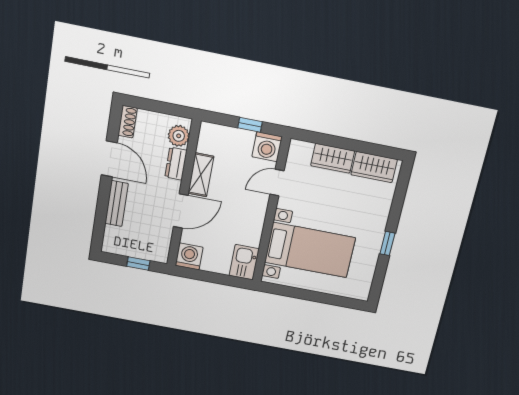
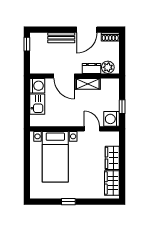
kitchen sink: (244, 262) -> (37, 104), moved, turned 90
window: (138, 263) -> (27, 44), moved

